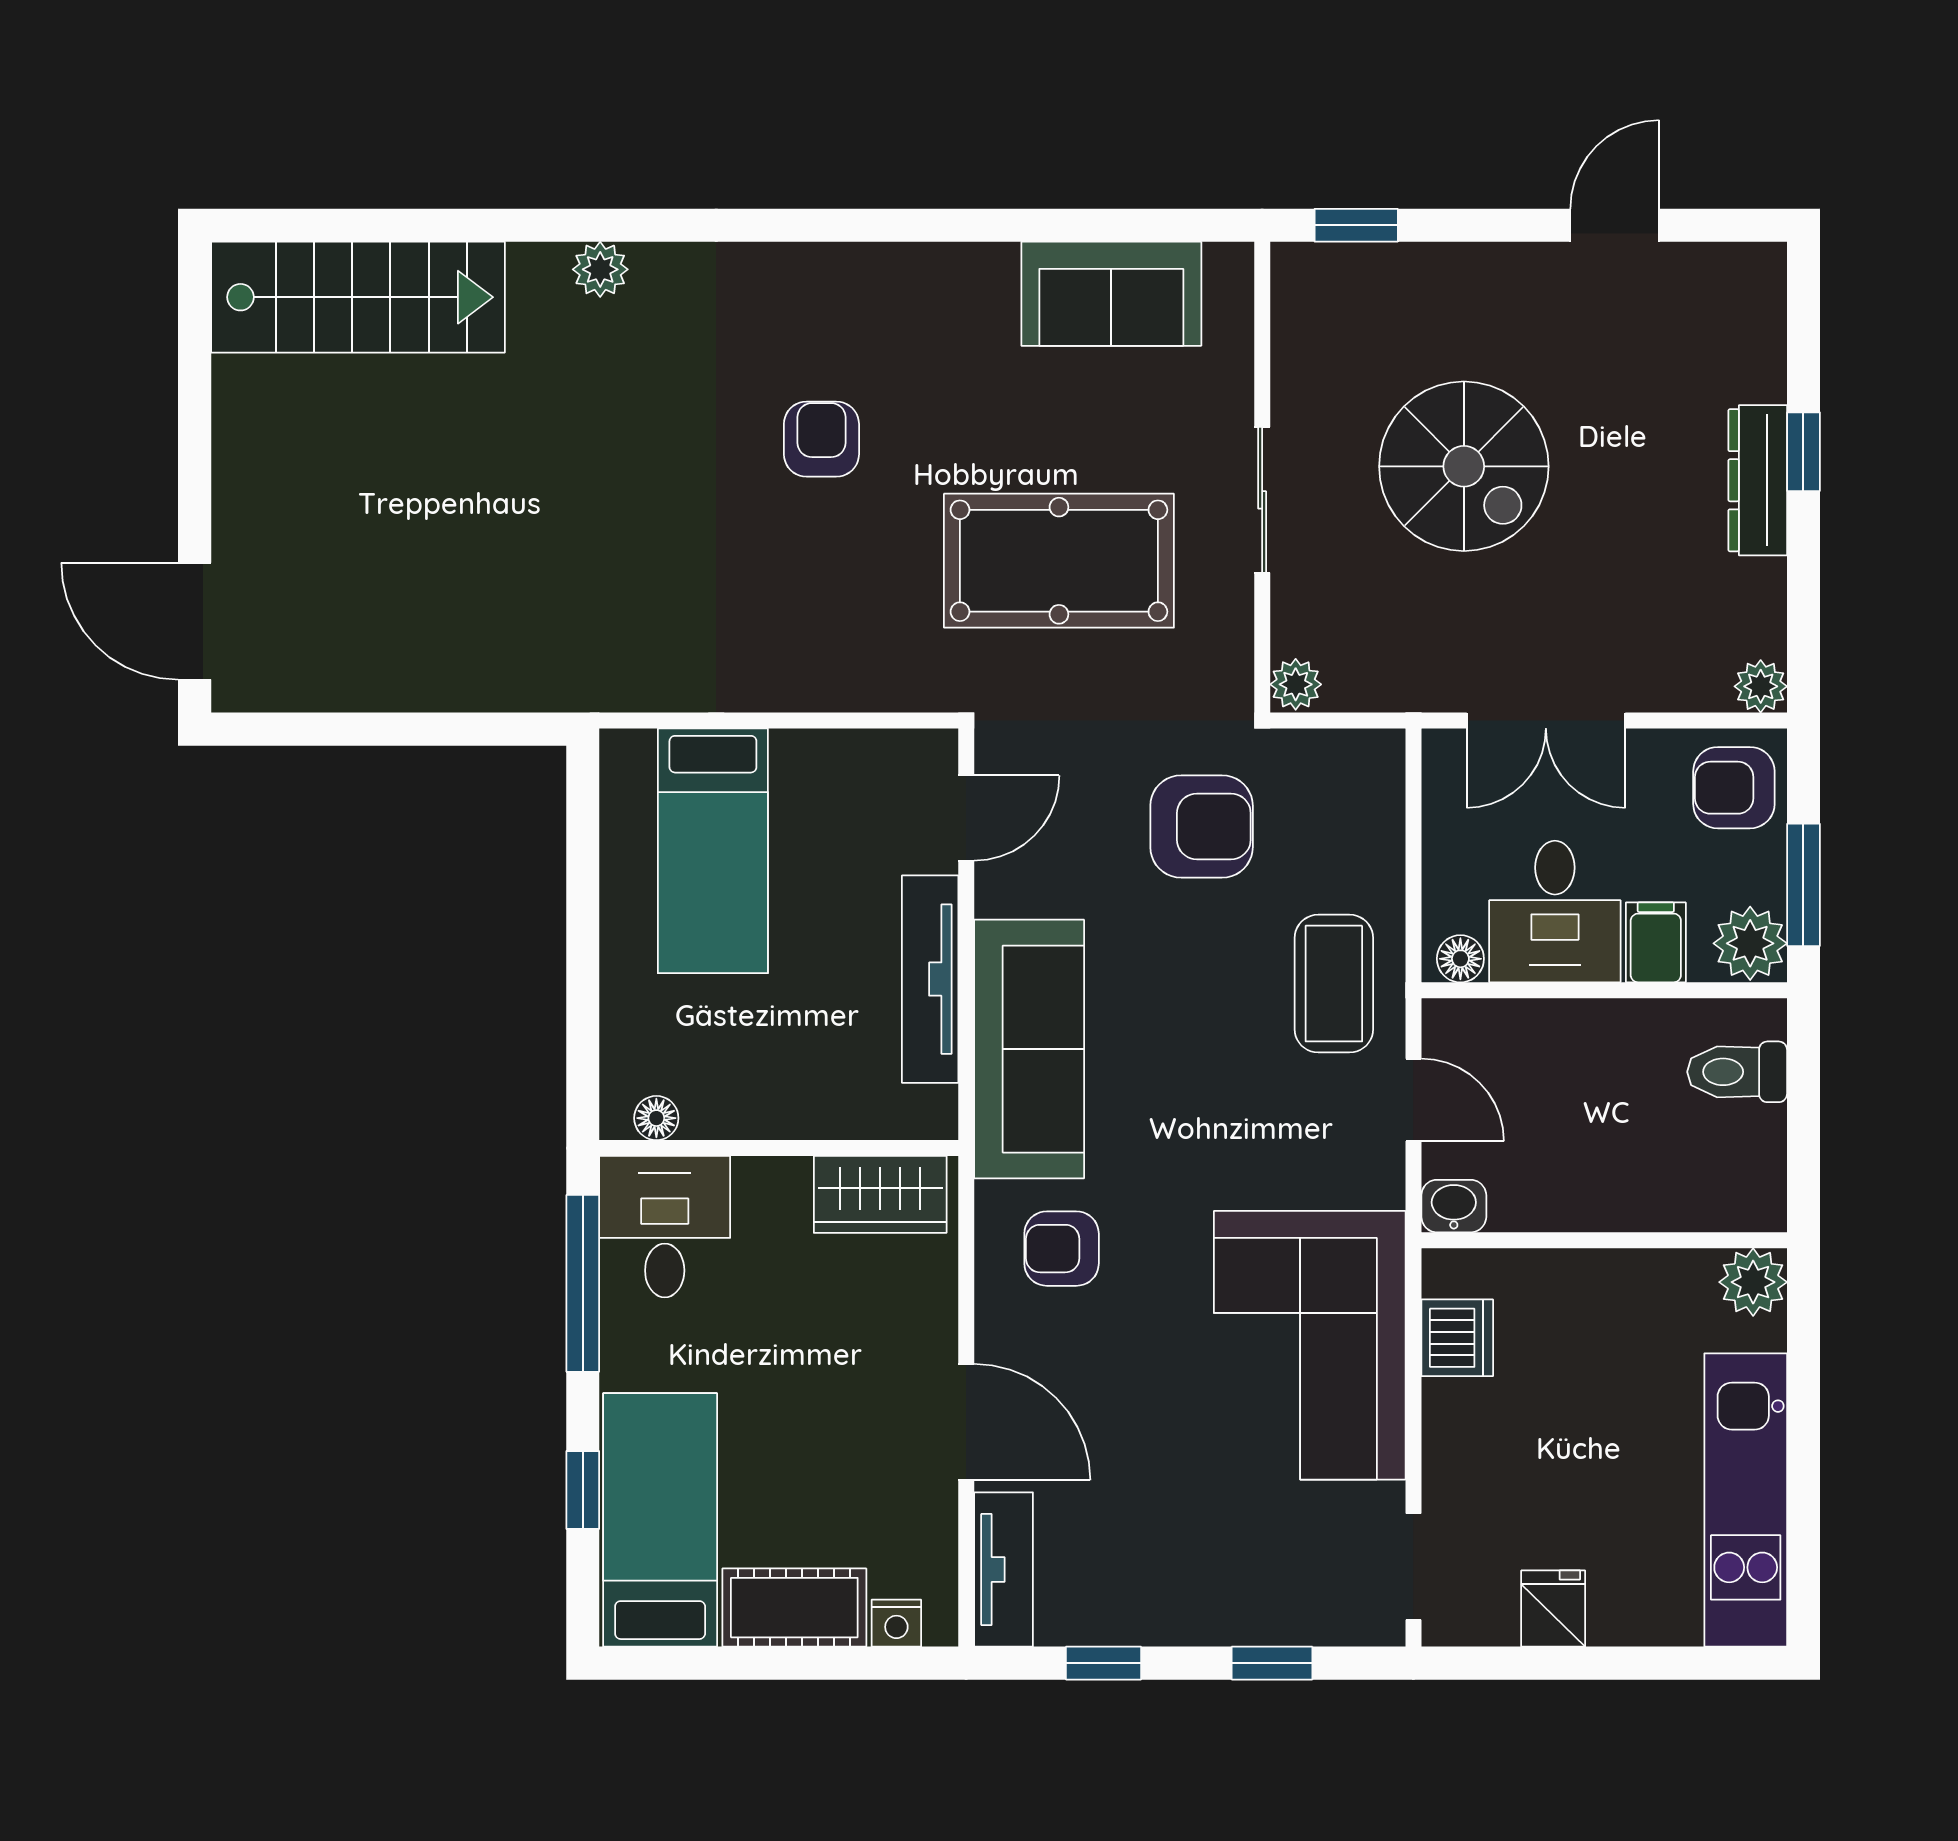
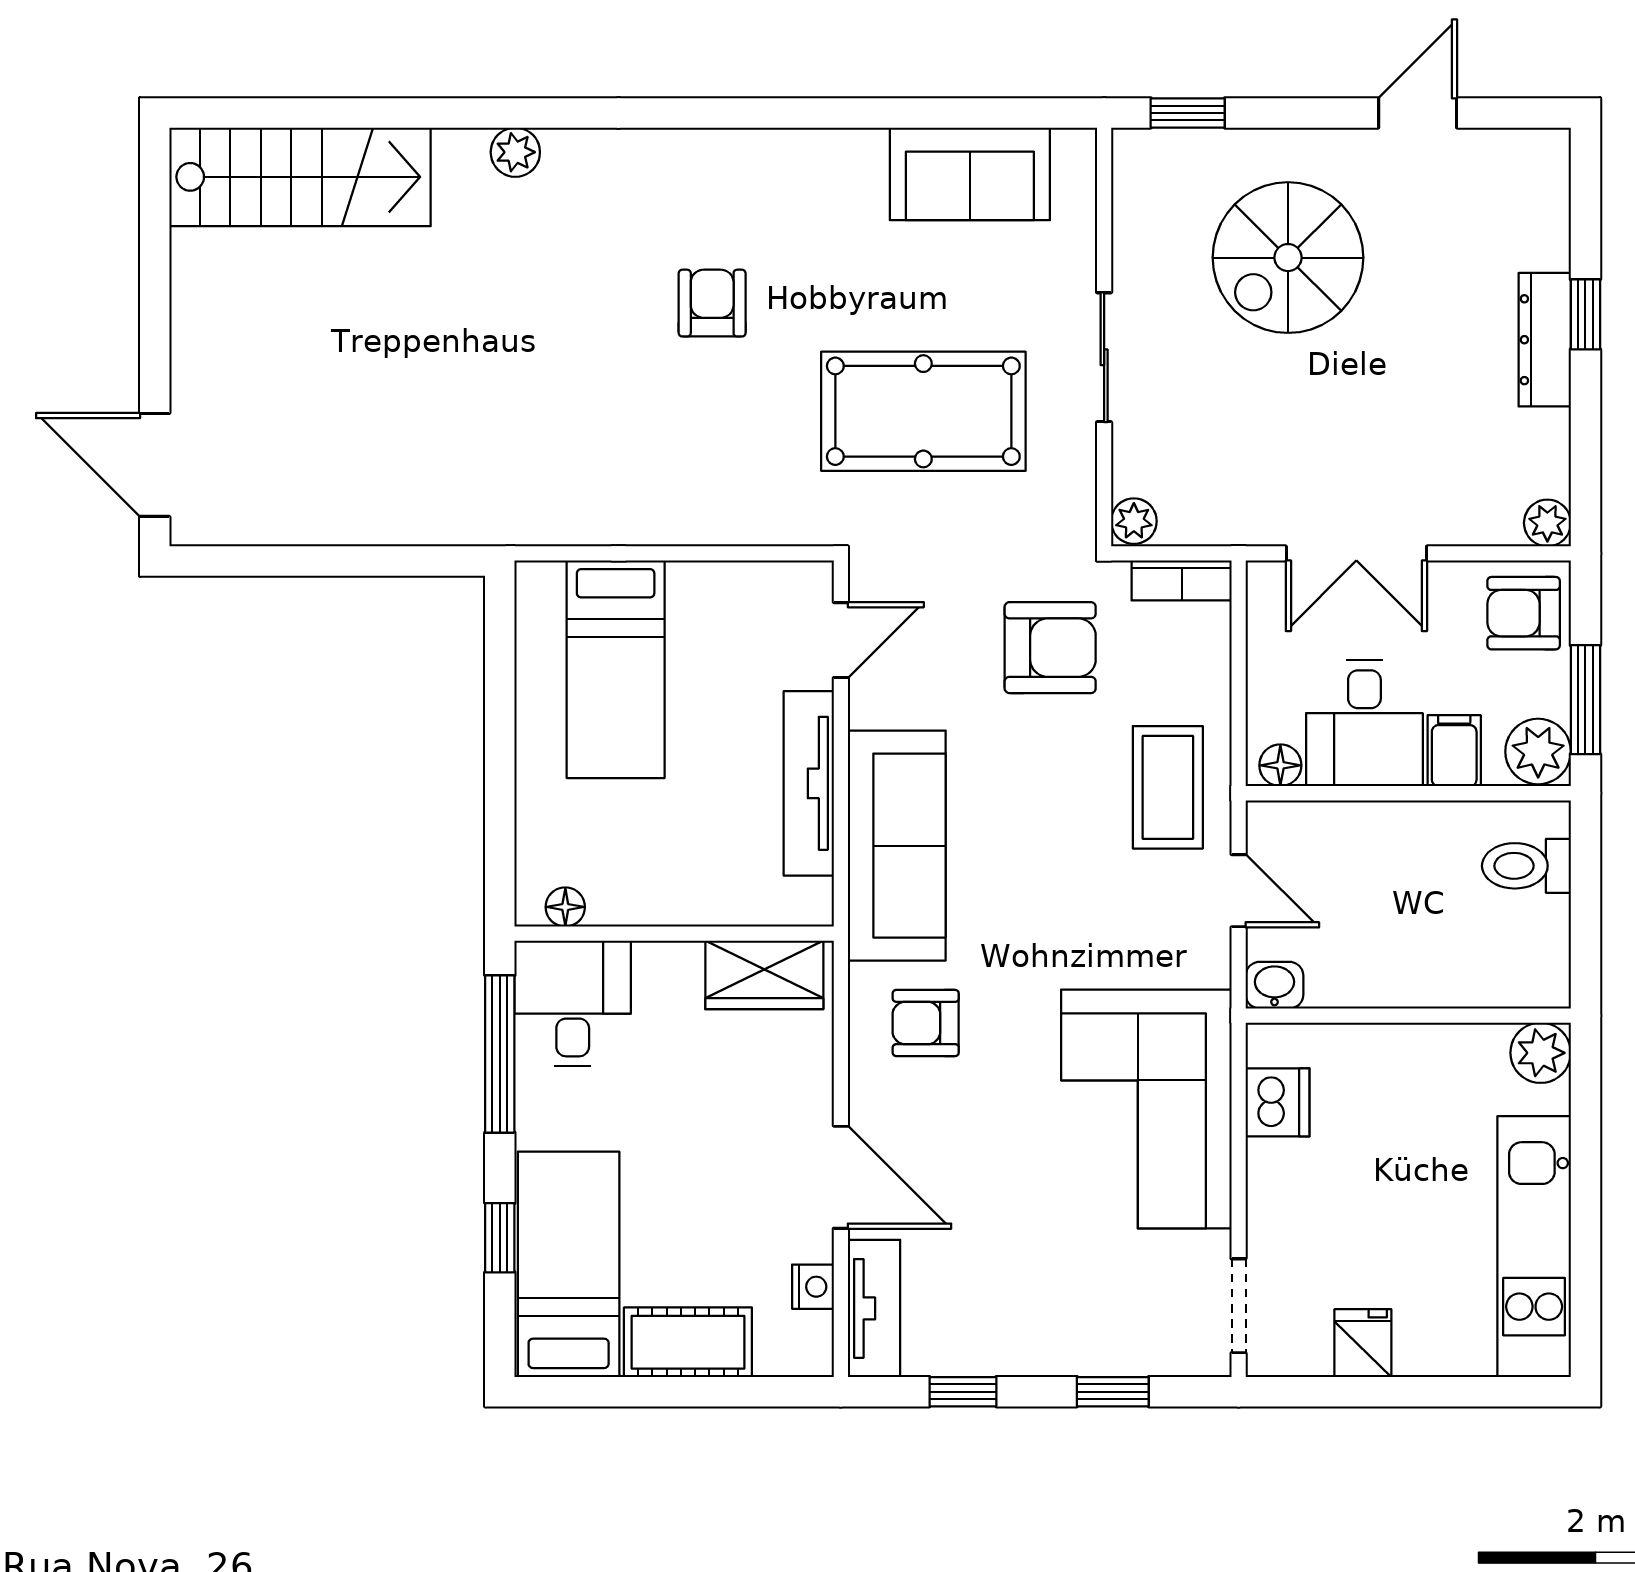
spiral stairs: (1464, 466) -> (1288, 258), moved, turned 90
bookcase: (1349, 751) -> (1182, 580), added
nightstand: (896, 1623) -> (813, 1287), moved, turned -90

